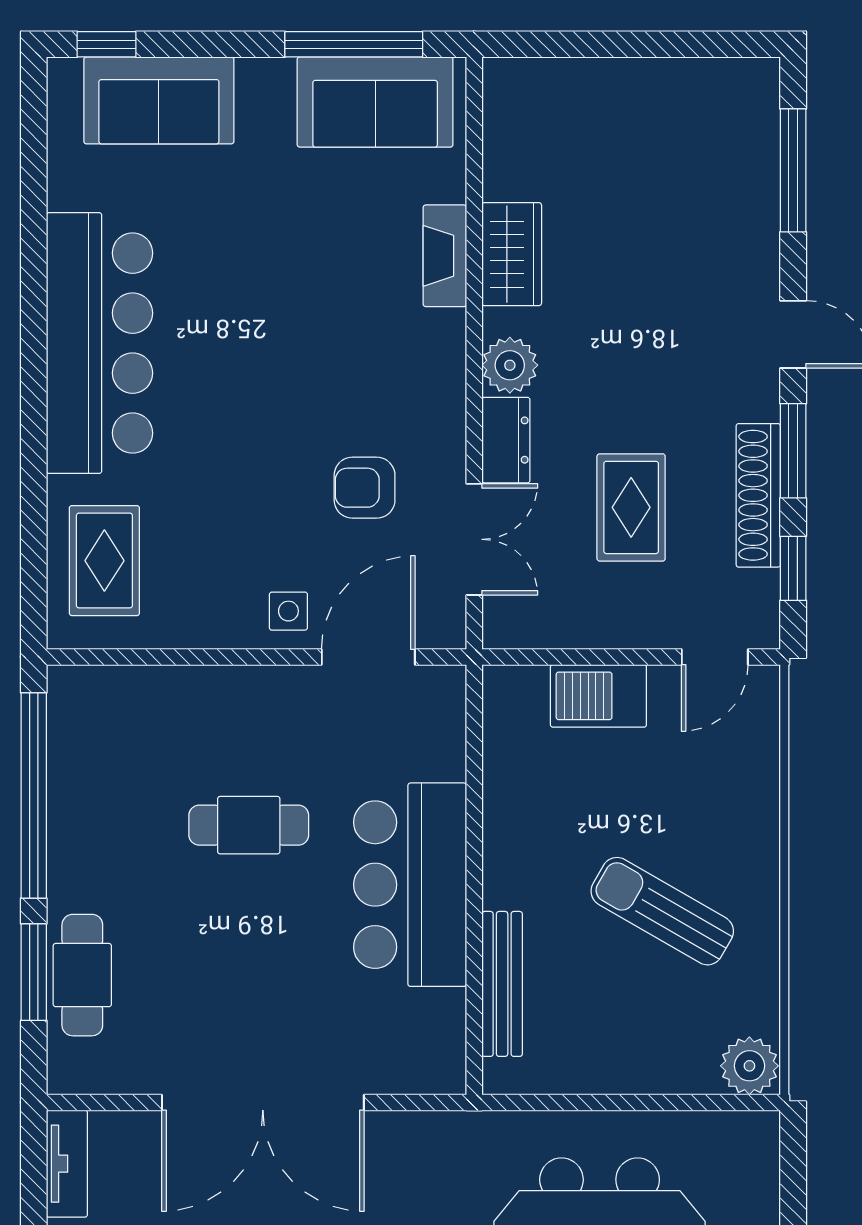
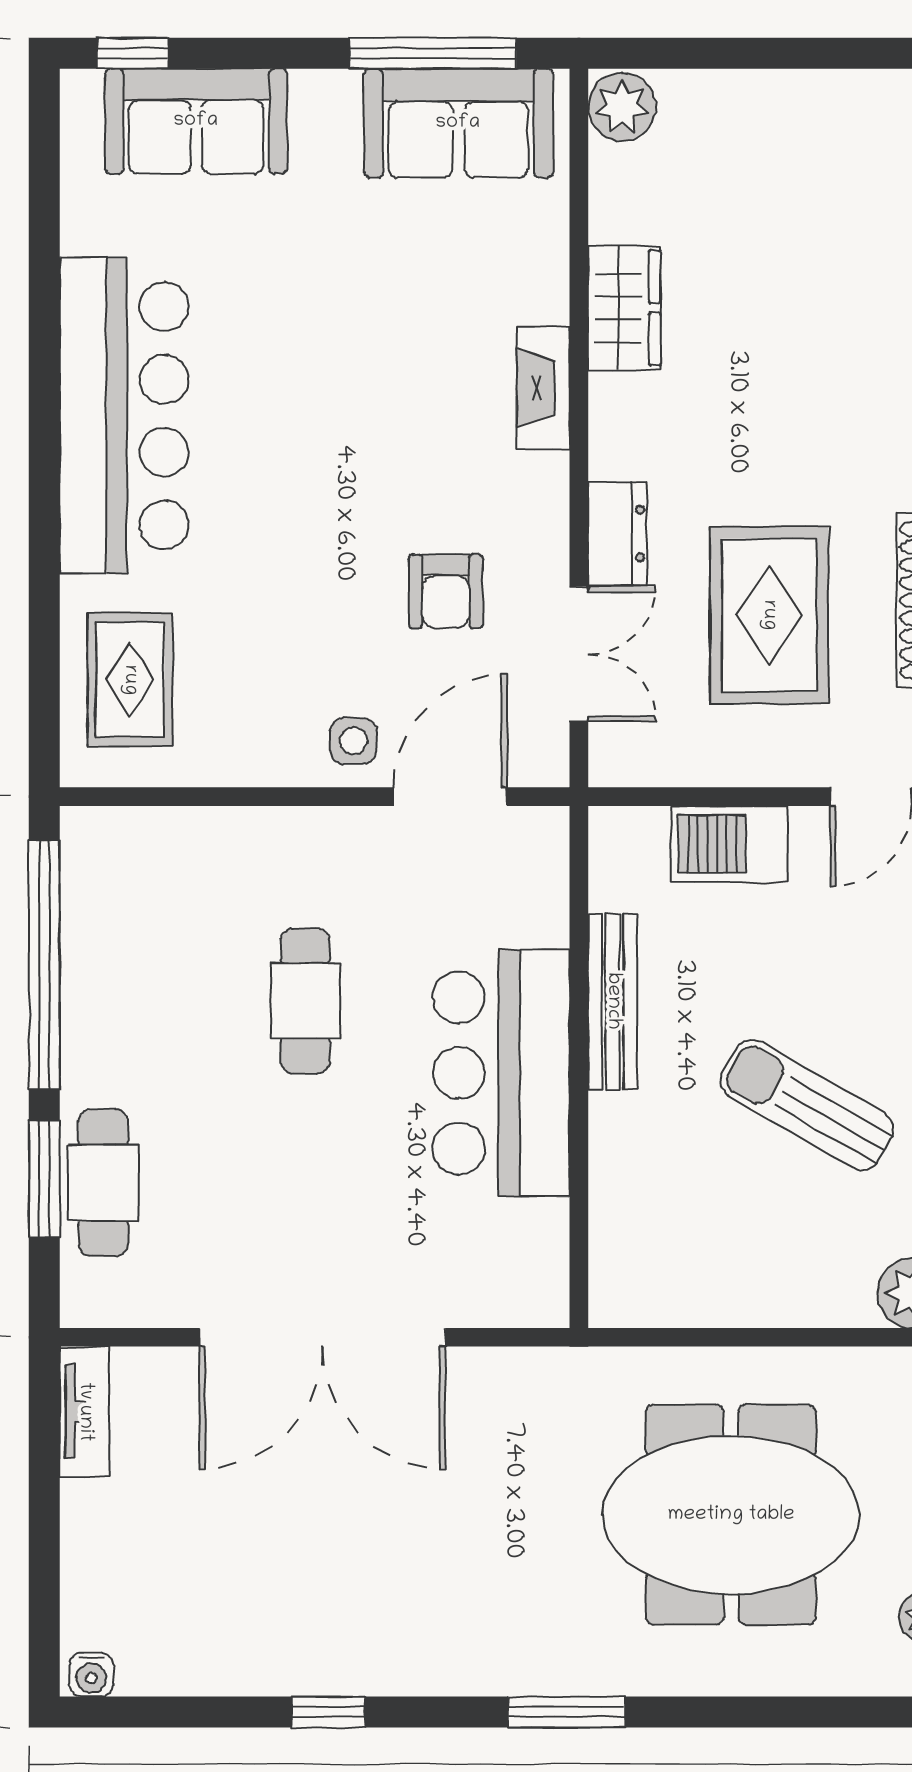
fireplace: (445, 256) -> (543, 388), moved
plant: (510, 365) -> (622, 107), moved
armchair: (365, 488) -> (446, 591), turned -90
rug: (631, 507) -> (769, 615), width x1.36, depth x1.43
cafe table: (249, 825) -> (305, 1001), turned 90
bench: (502, 984) -> (613, 1001), moved

